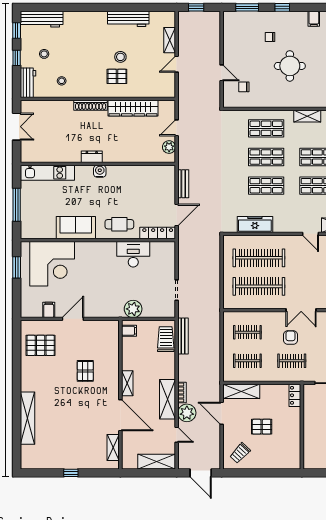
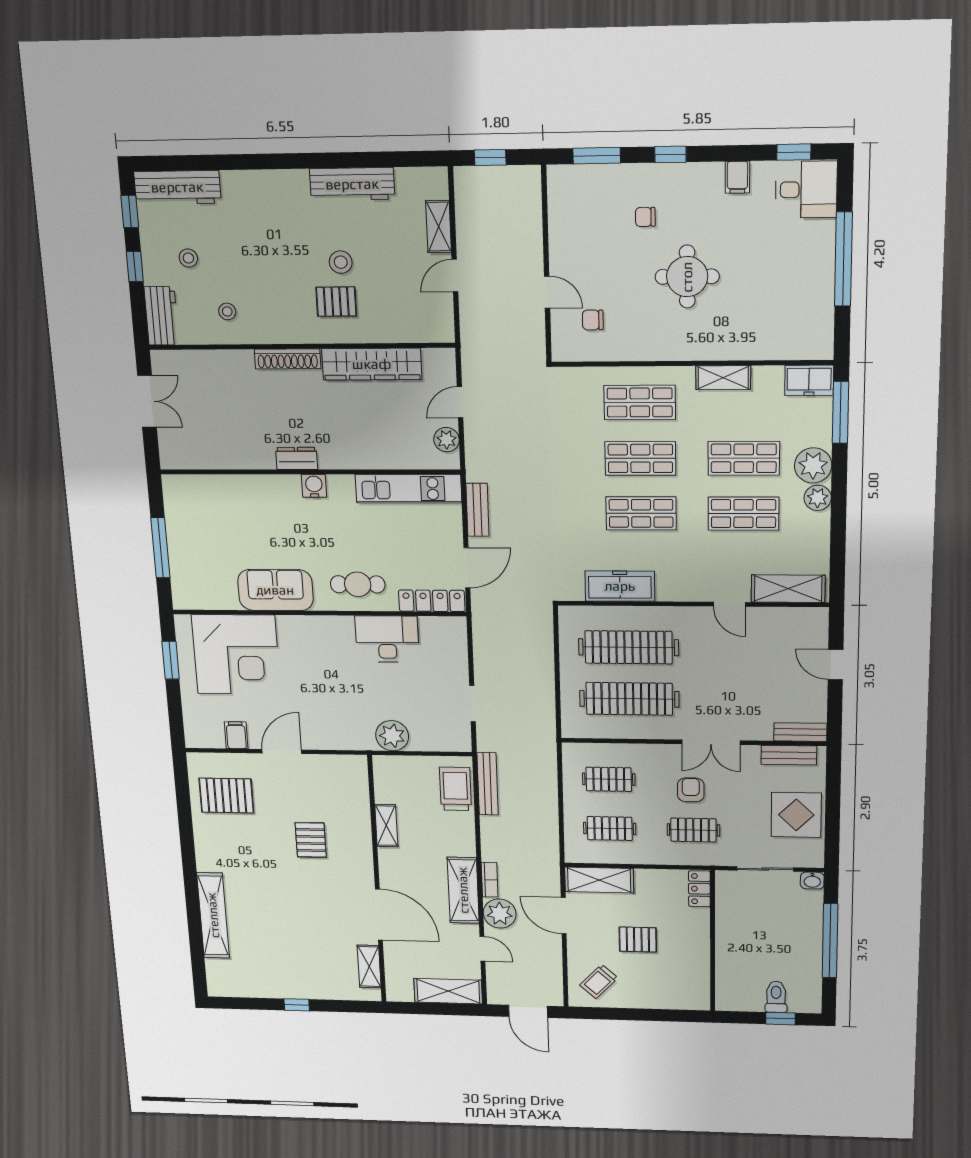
kitchen unit: (47, 173) -> (408, 489), moved
filing cabinet: (129, 331) -> (387, 773), removed
shelving: (127, 383) -> (386, 826), moved

